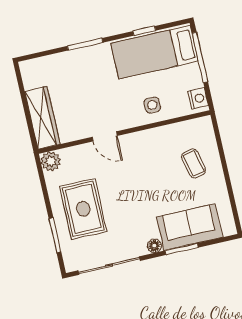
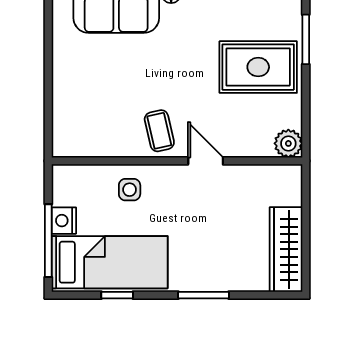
nightstand: (198, 98) -> (64, 221), moved
wardrobe: (42, 118) -> (286, 249), moved
coffee table: (194, 164) -> (159, 131), moved
rug: (83, 209) -> (258, 67), turned 90

